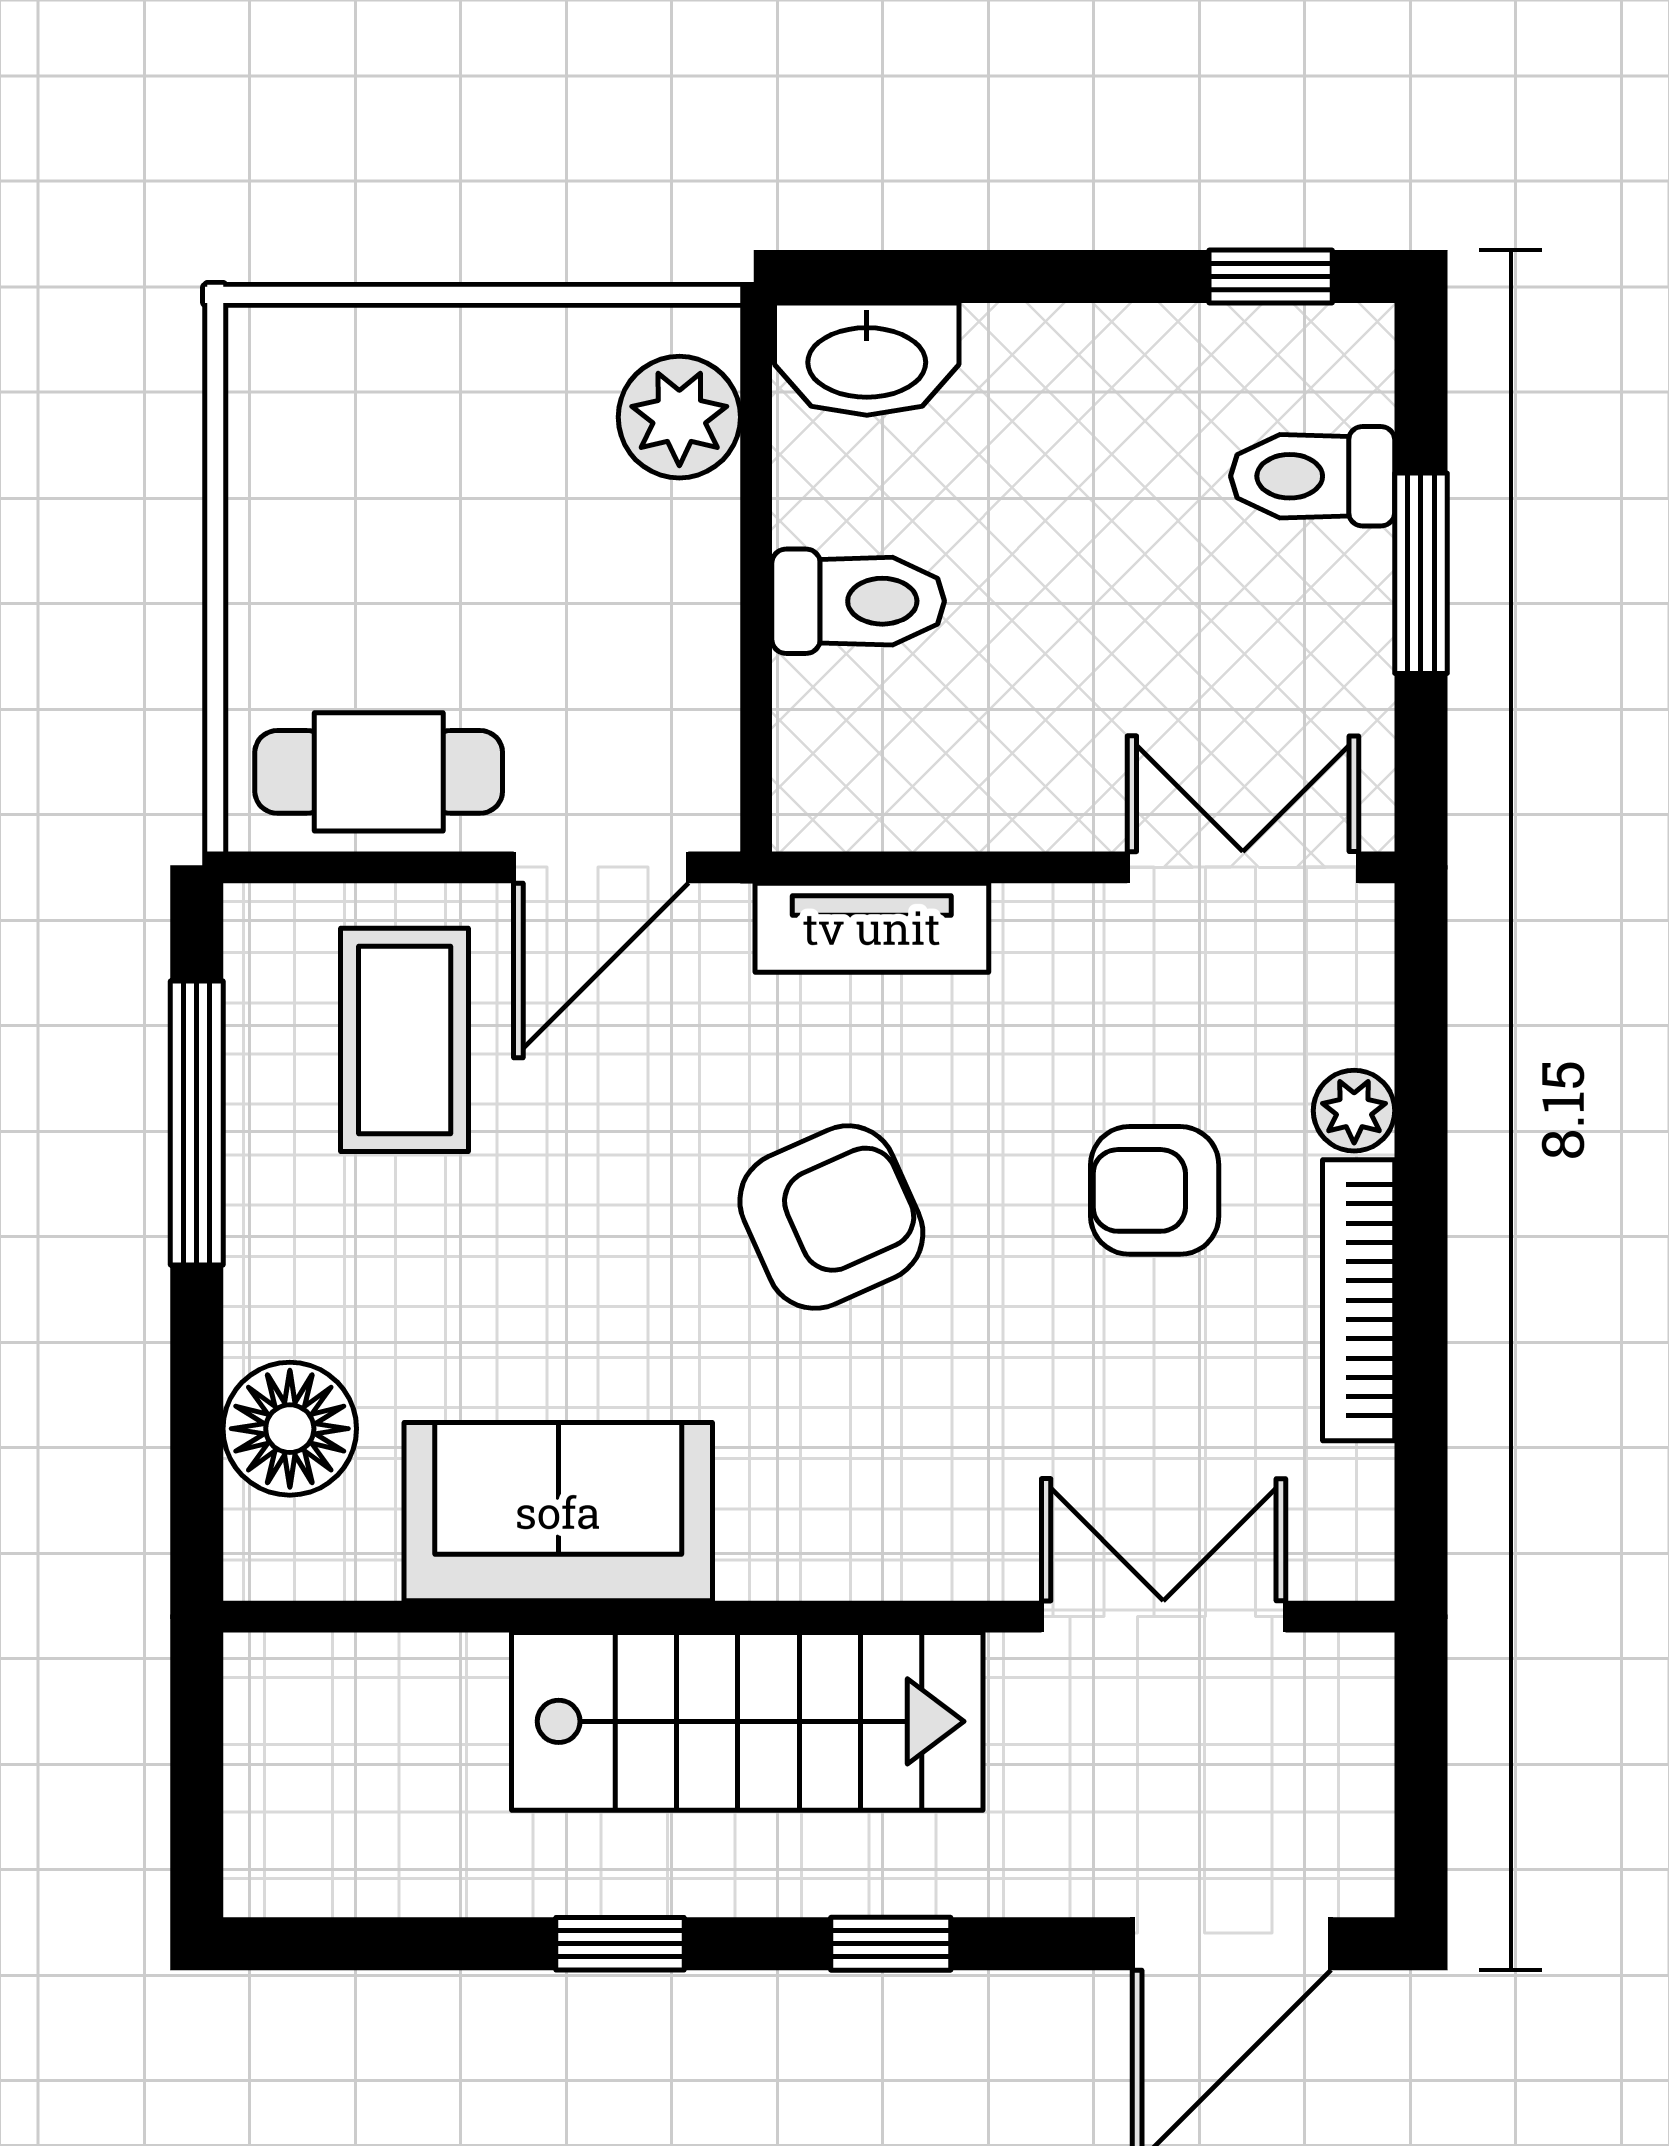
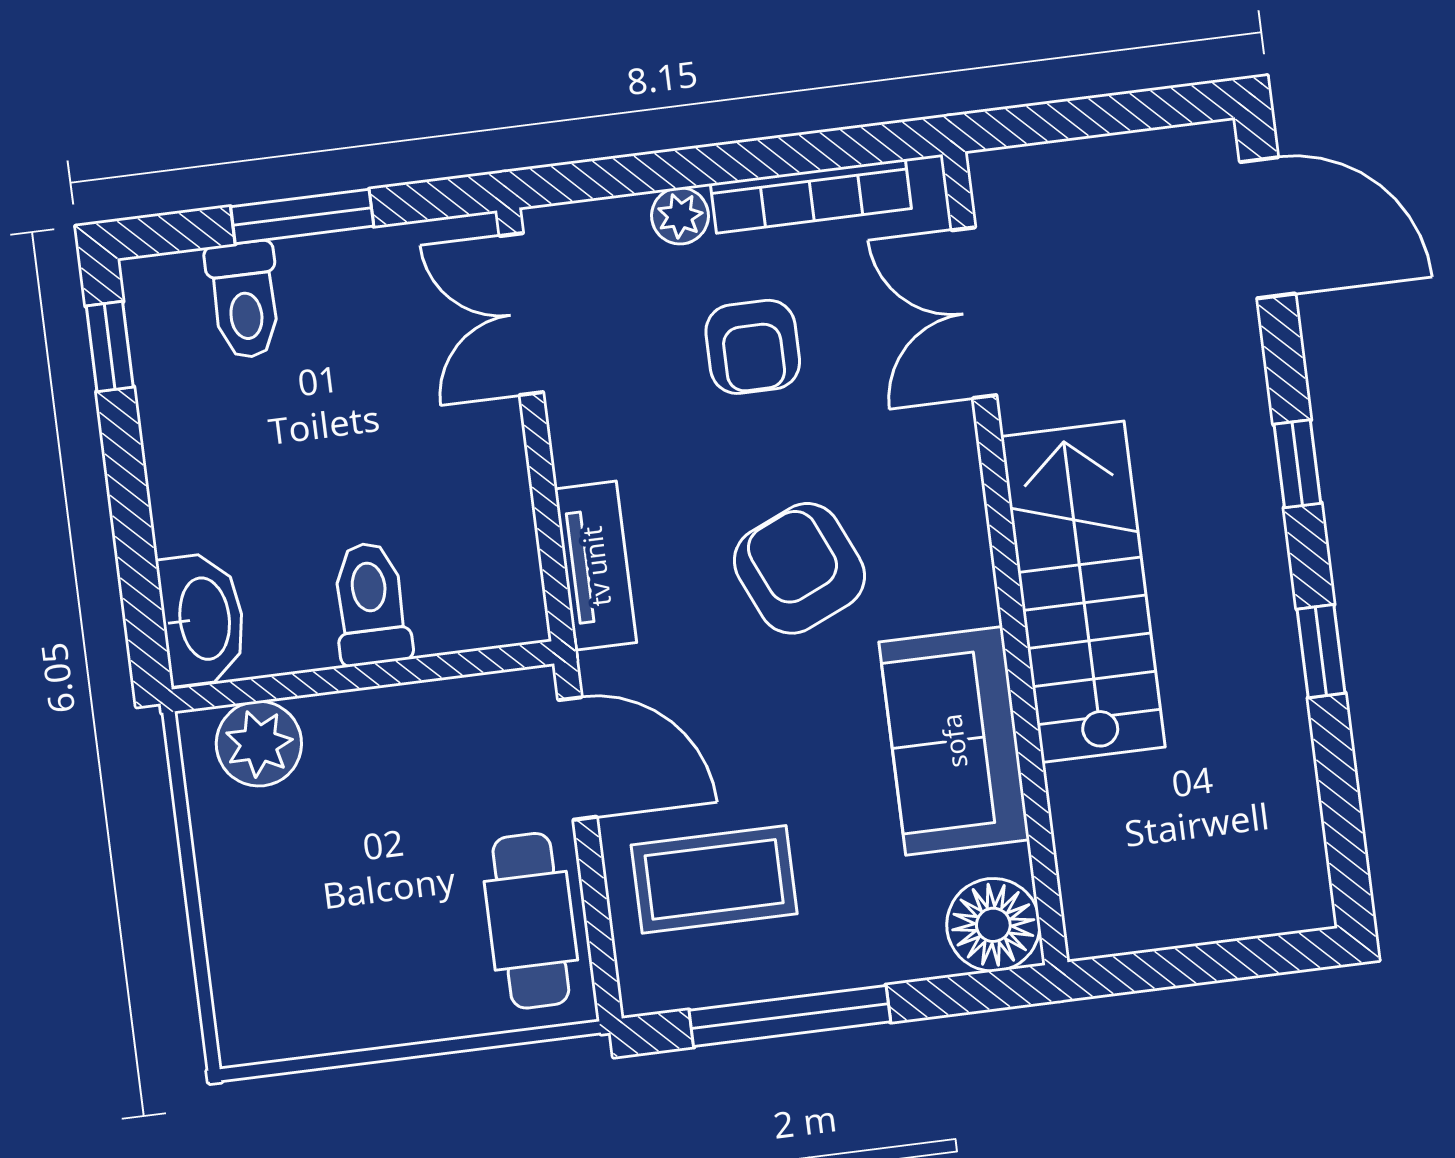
sofa: (558, 1512) -> (954, 741), moved
wall: (809, 1617) -> (1005, 558), moved
double door: (1163, 1617) -> (974, 313), moved
stairs: (747, 1721) -> (1083, 592), moved

